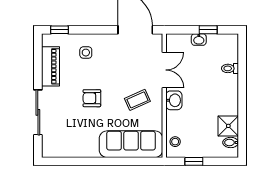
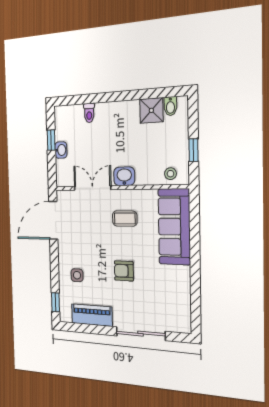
armchair: (92, 98) -> (124, 271), turned 90
coffee table: (137, 100) -> (125, 219), turned -66

